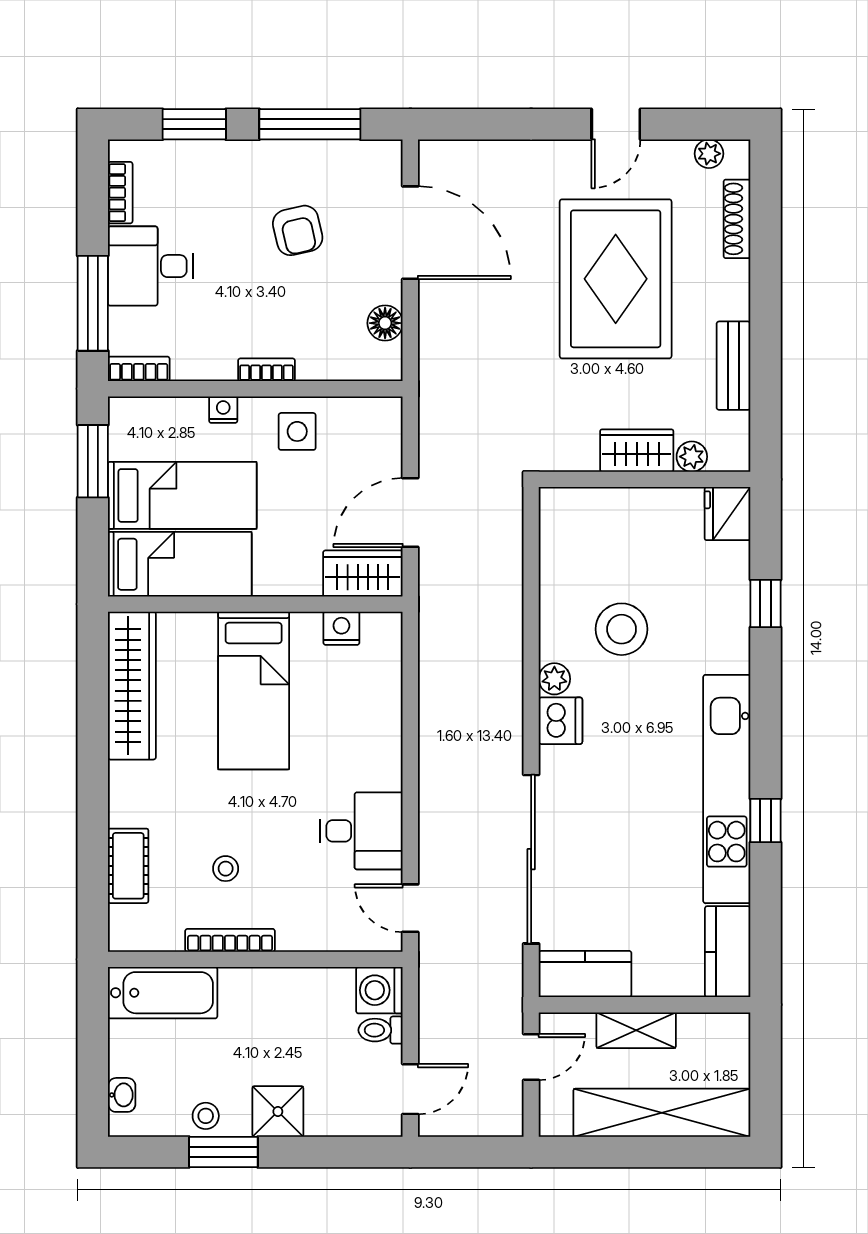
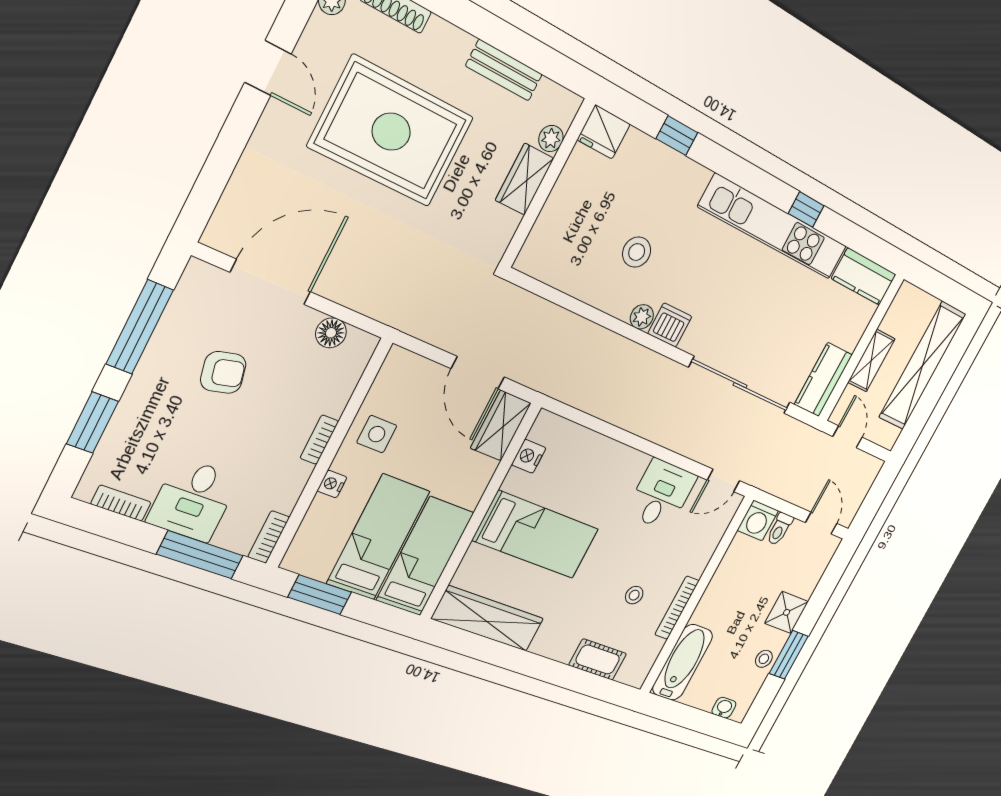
stool: (622, 629) -> (637, 252), width x0.73, depth x0.73

